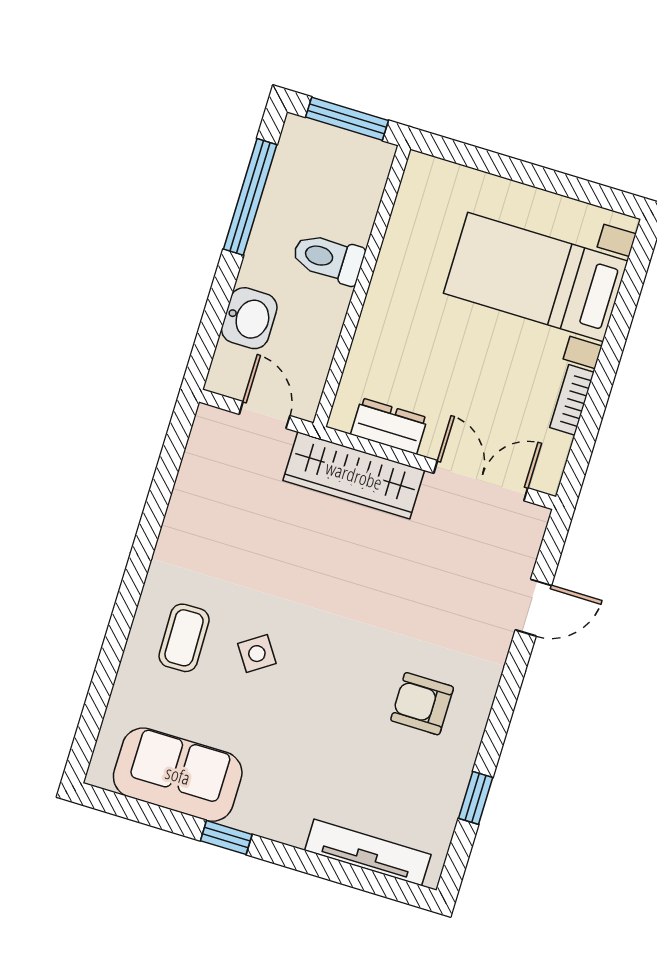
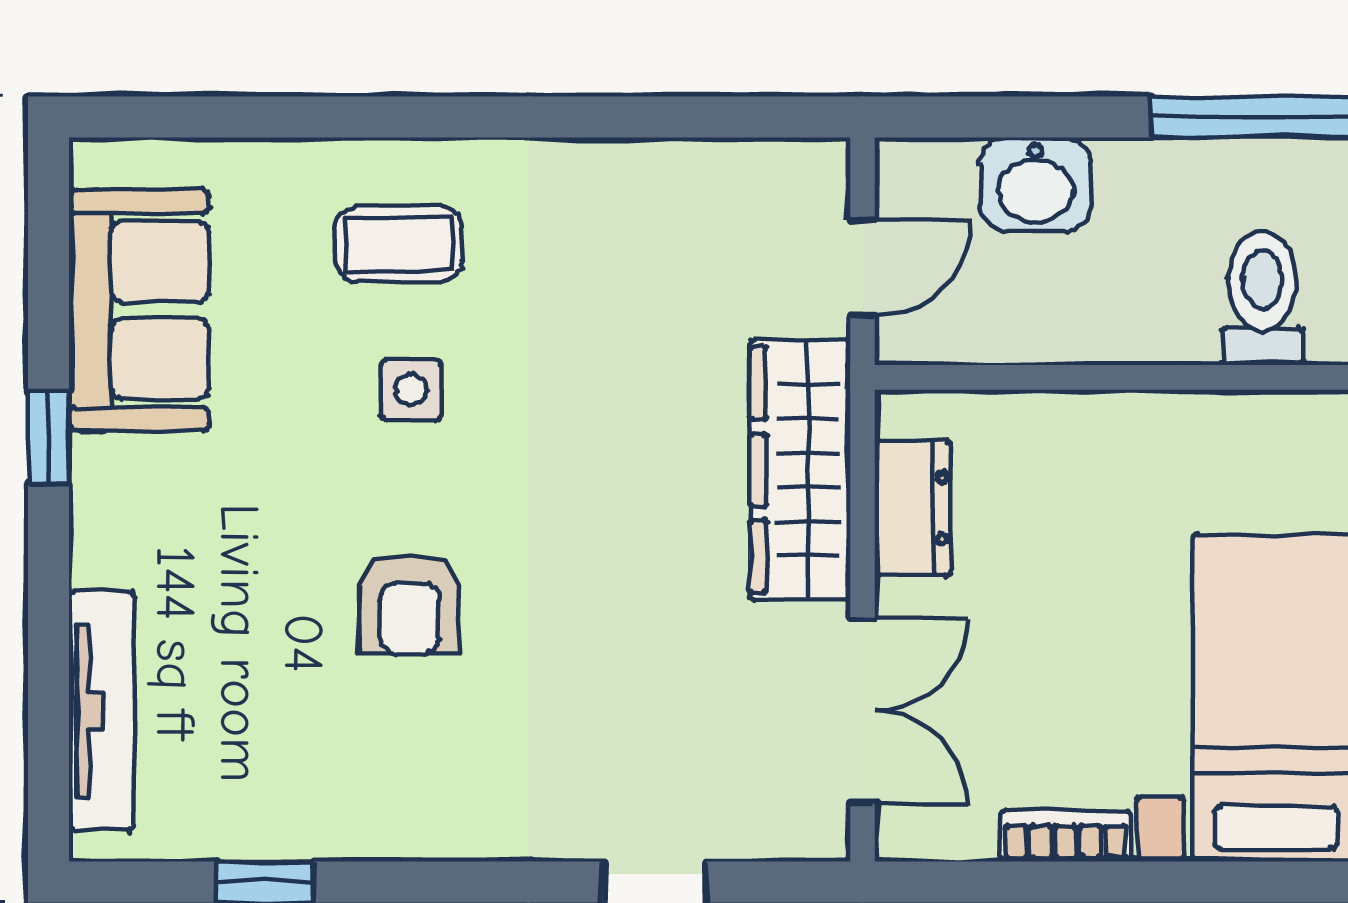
toilet: (328, 258) -> (1262, 298), moved
side table: (257, 654) -> (411, 390), turned 34
armchair: (422, 704) -> (409, 605), moved, turned 180

